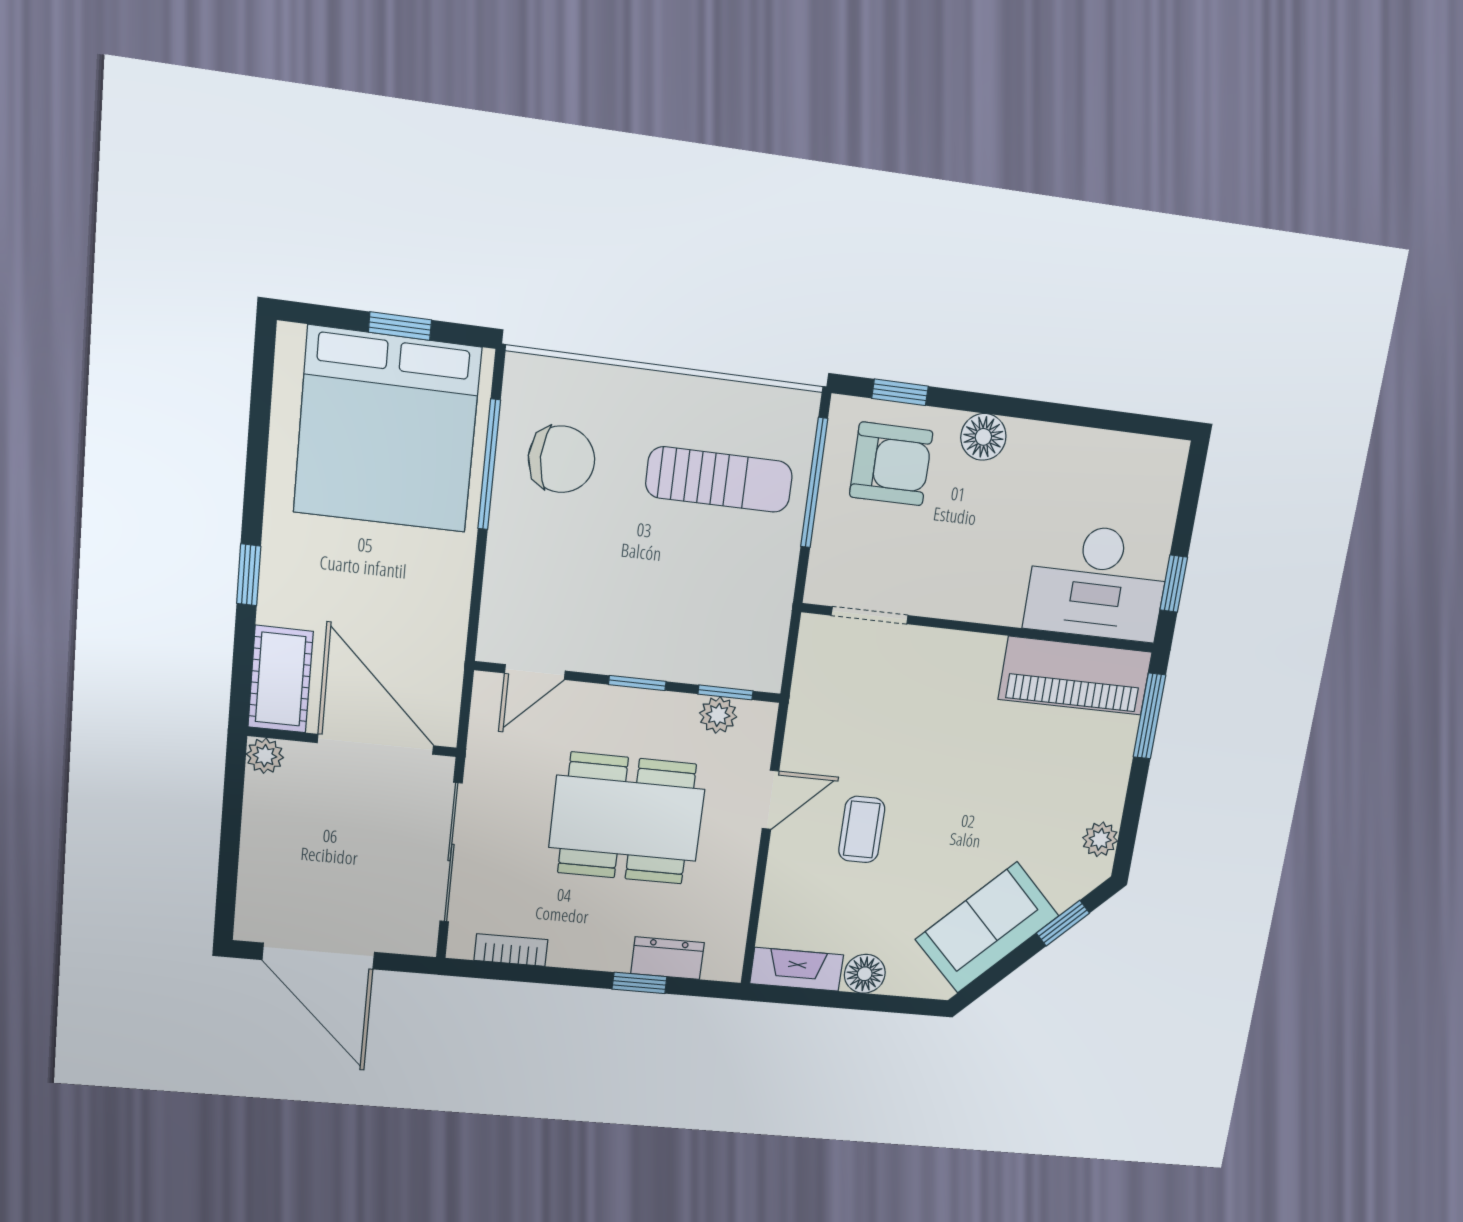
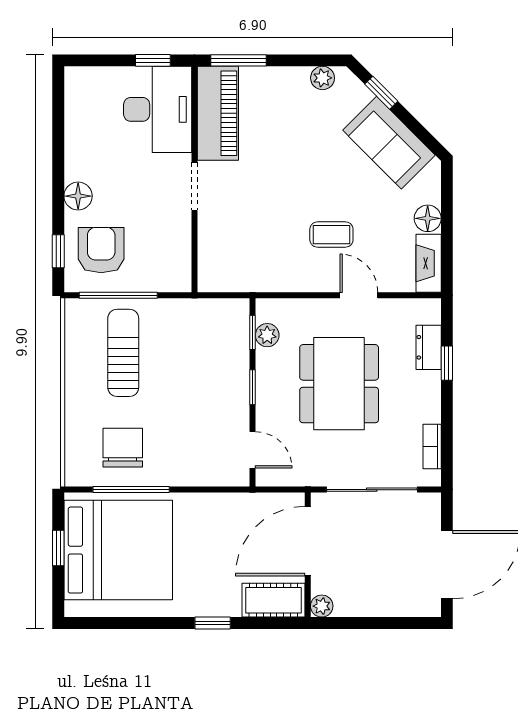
doorway: (870, 615) -> (195, 186), moved
door: (770, 800) -> (359, 295), moved

